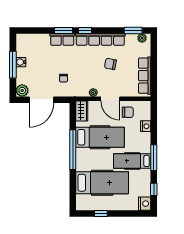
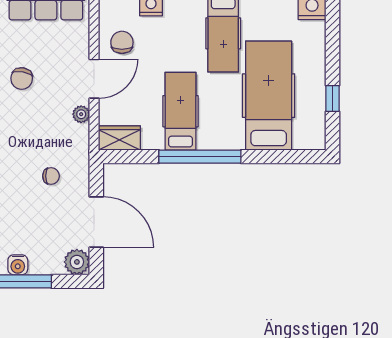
hospital bed: (100, 137) -> (181, 111), width x0.73, depth x0.78

